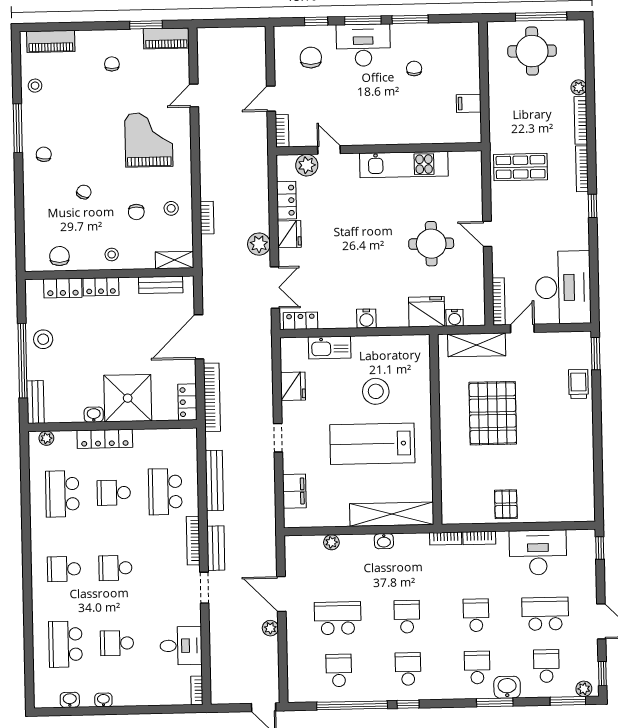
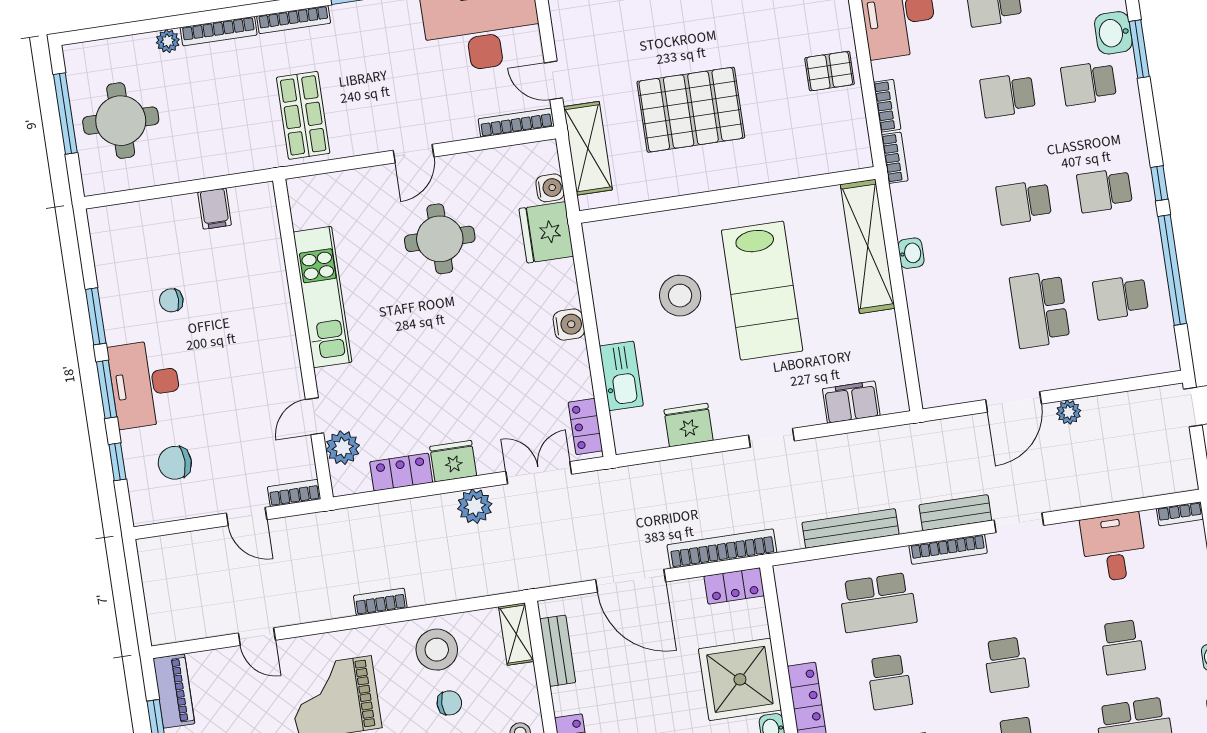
stool: (171, 208) -> (437, 650), width x1.89, depth x1.89
bookcase: (207, 218) -> (380, 602), moved
plant: (331, 542) -> (923, 334), removed

